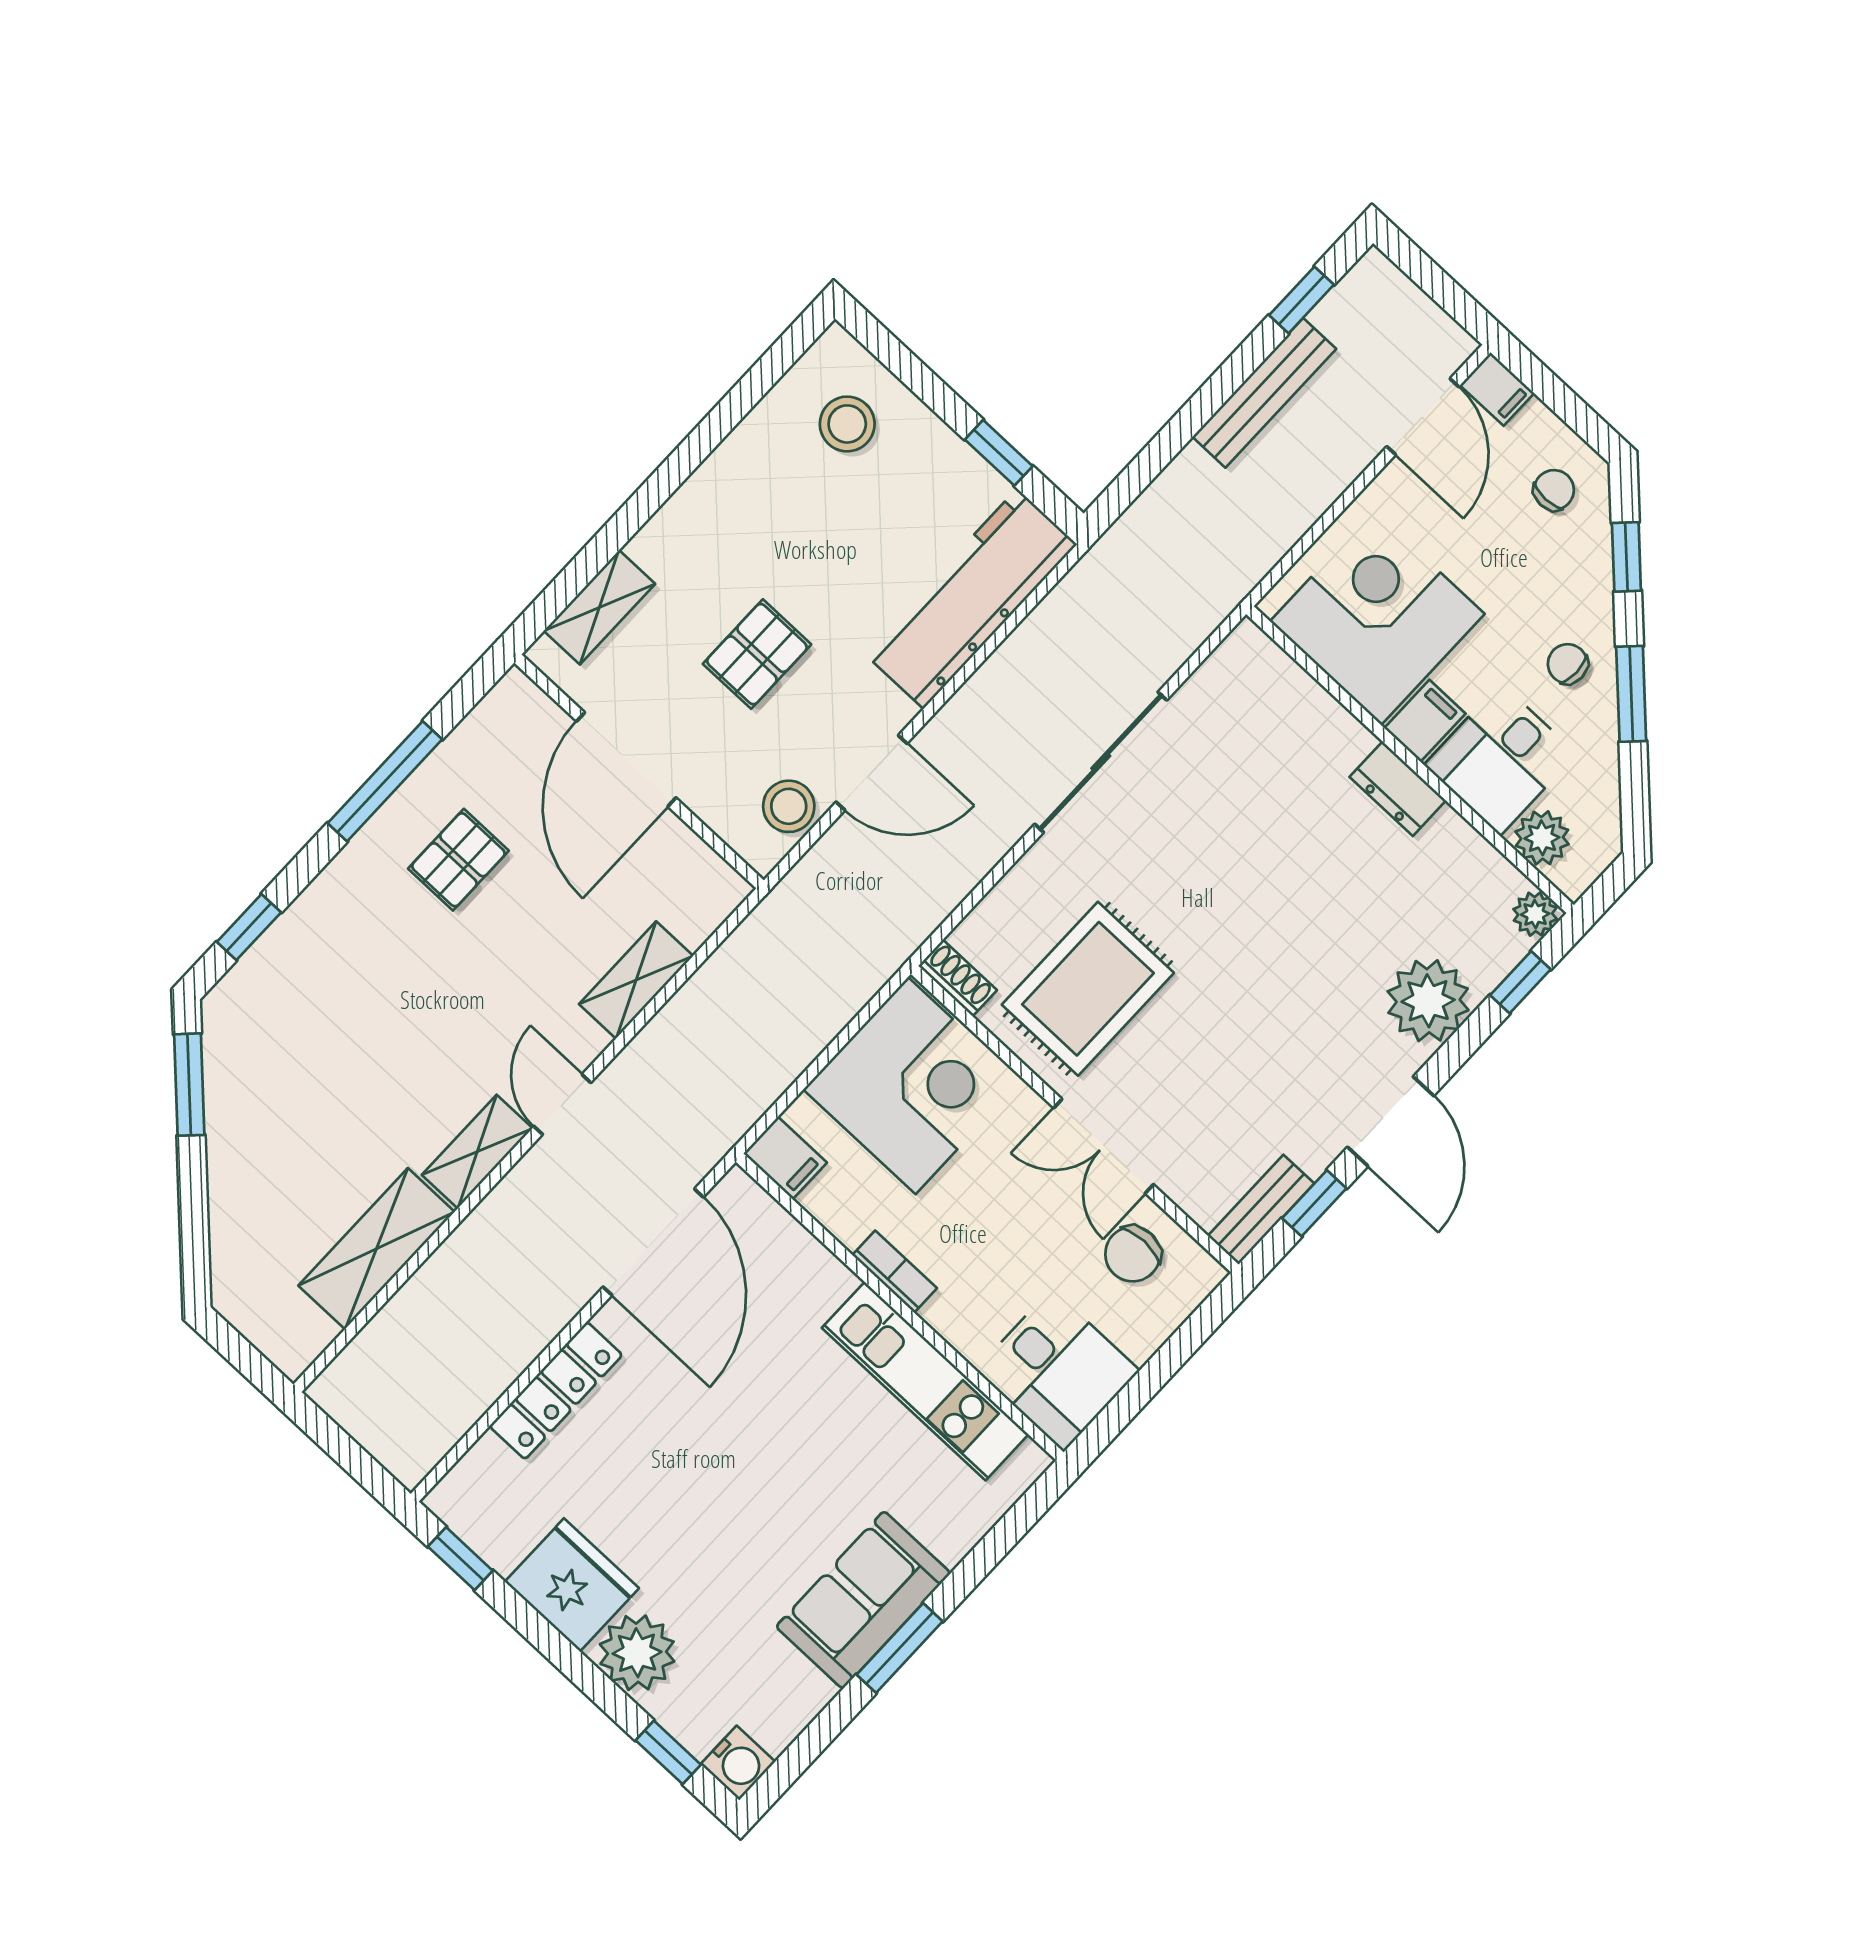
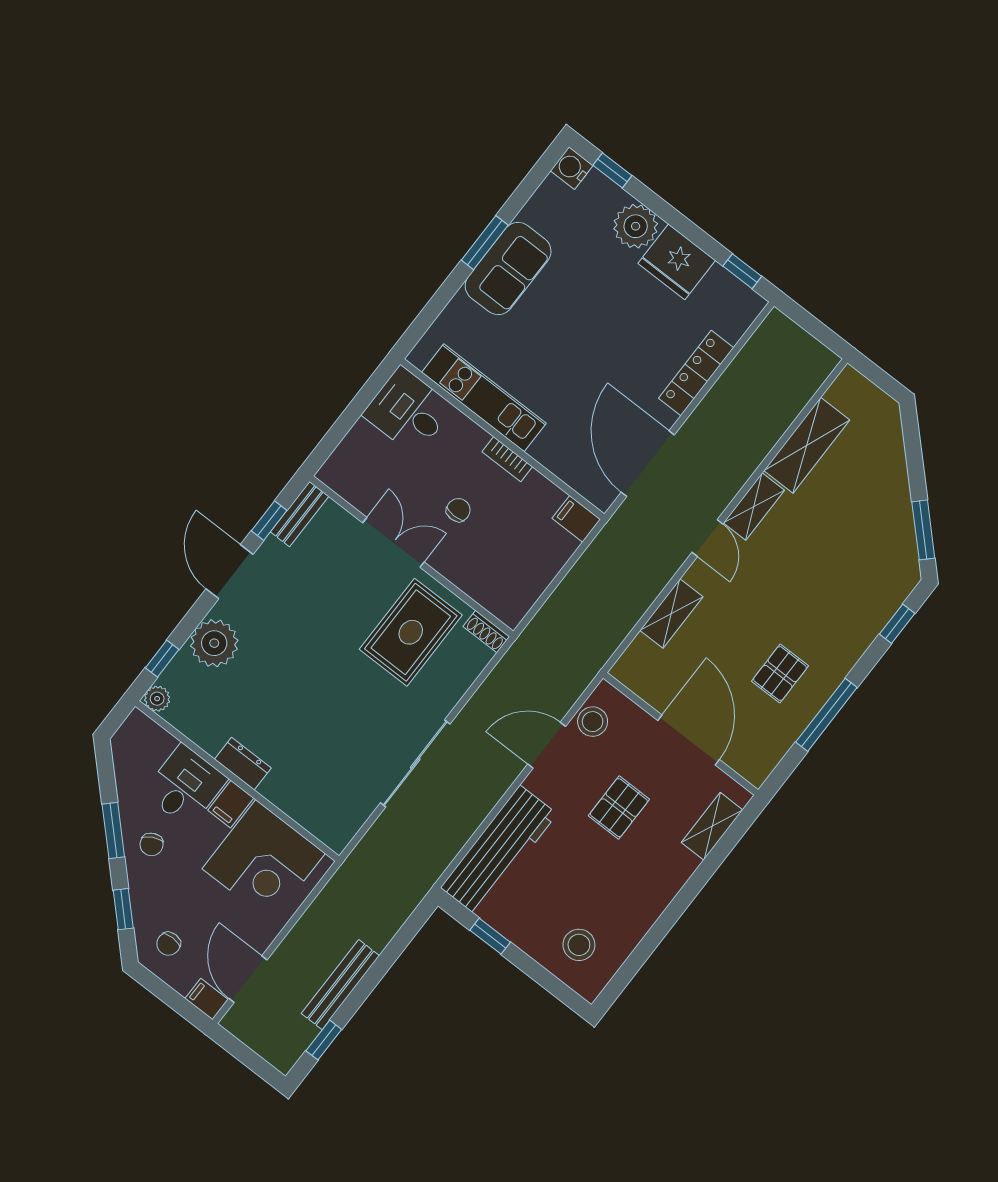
chair: (1568, 664) -> (152, 844), turned 63
plant: (1542, 838) -> (157, 743), removed
corner desk: (912, 1086) -> (507, 567), removed
chair: (1133, 1254) -> (458, 510), moved, width x0.73, depth x0.73

